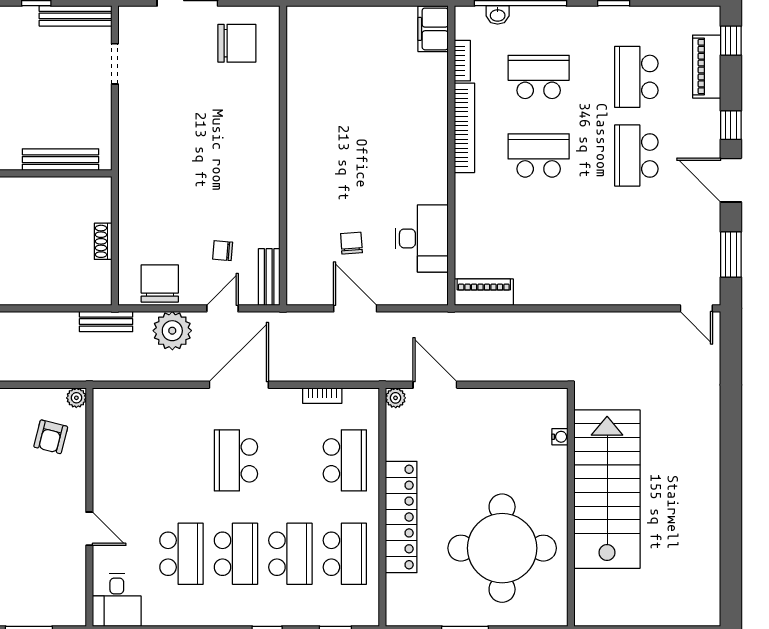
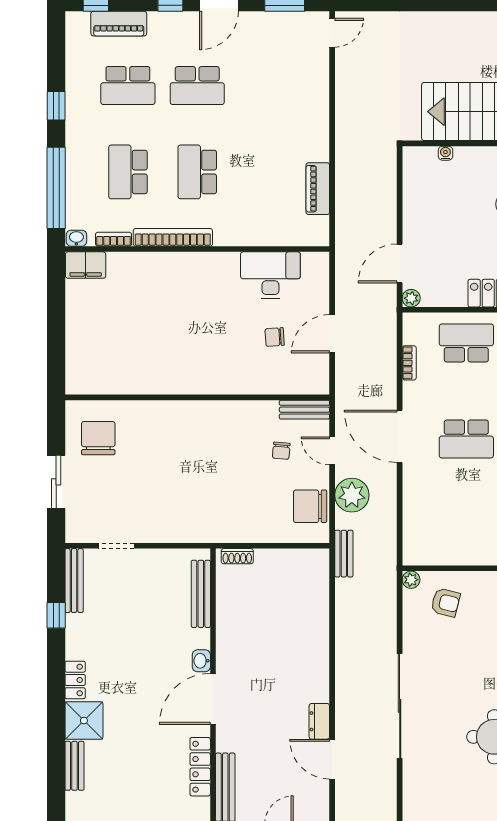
washbasin: (498, 15) -> (76, 238), moved, turned -90
shoe rack: (103, 241) -> (237, 556), moved
piano: (484, 292) -> (318, 189), moved

